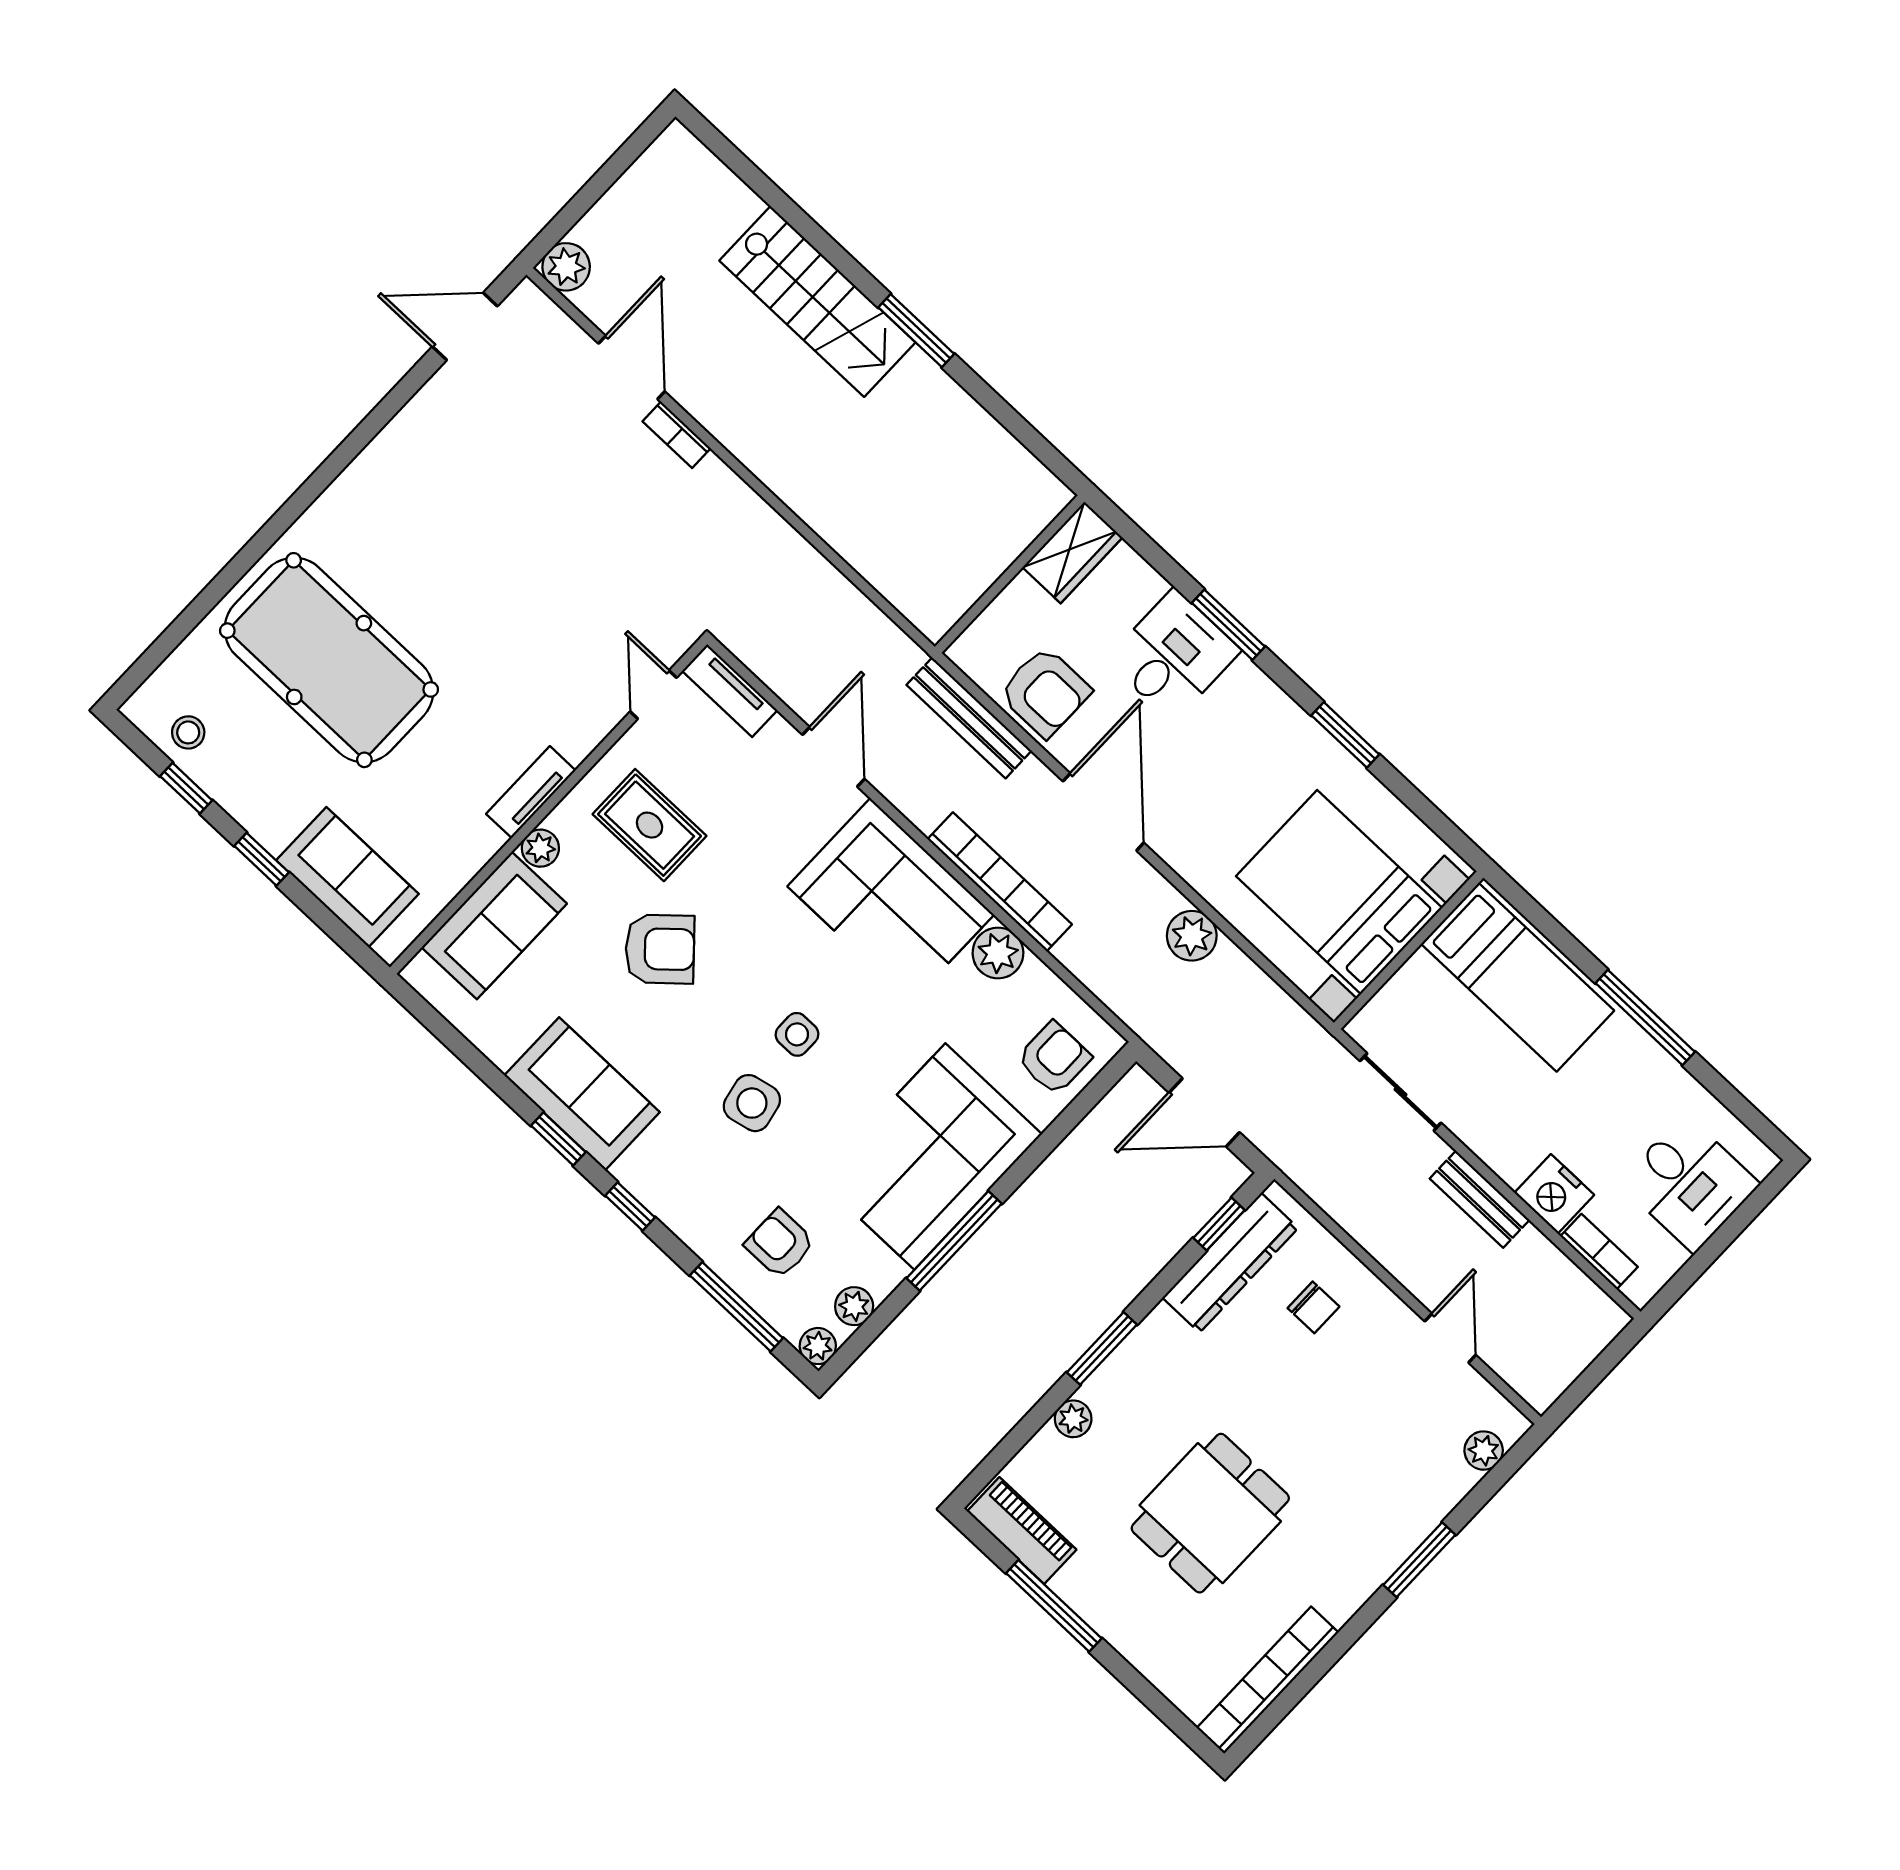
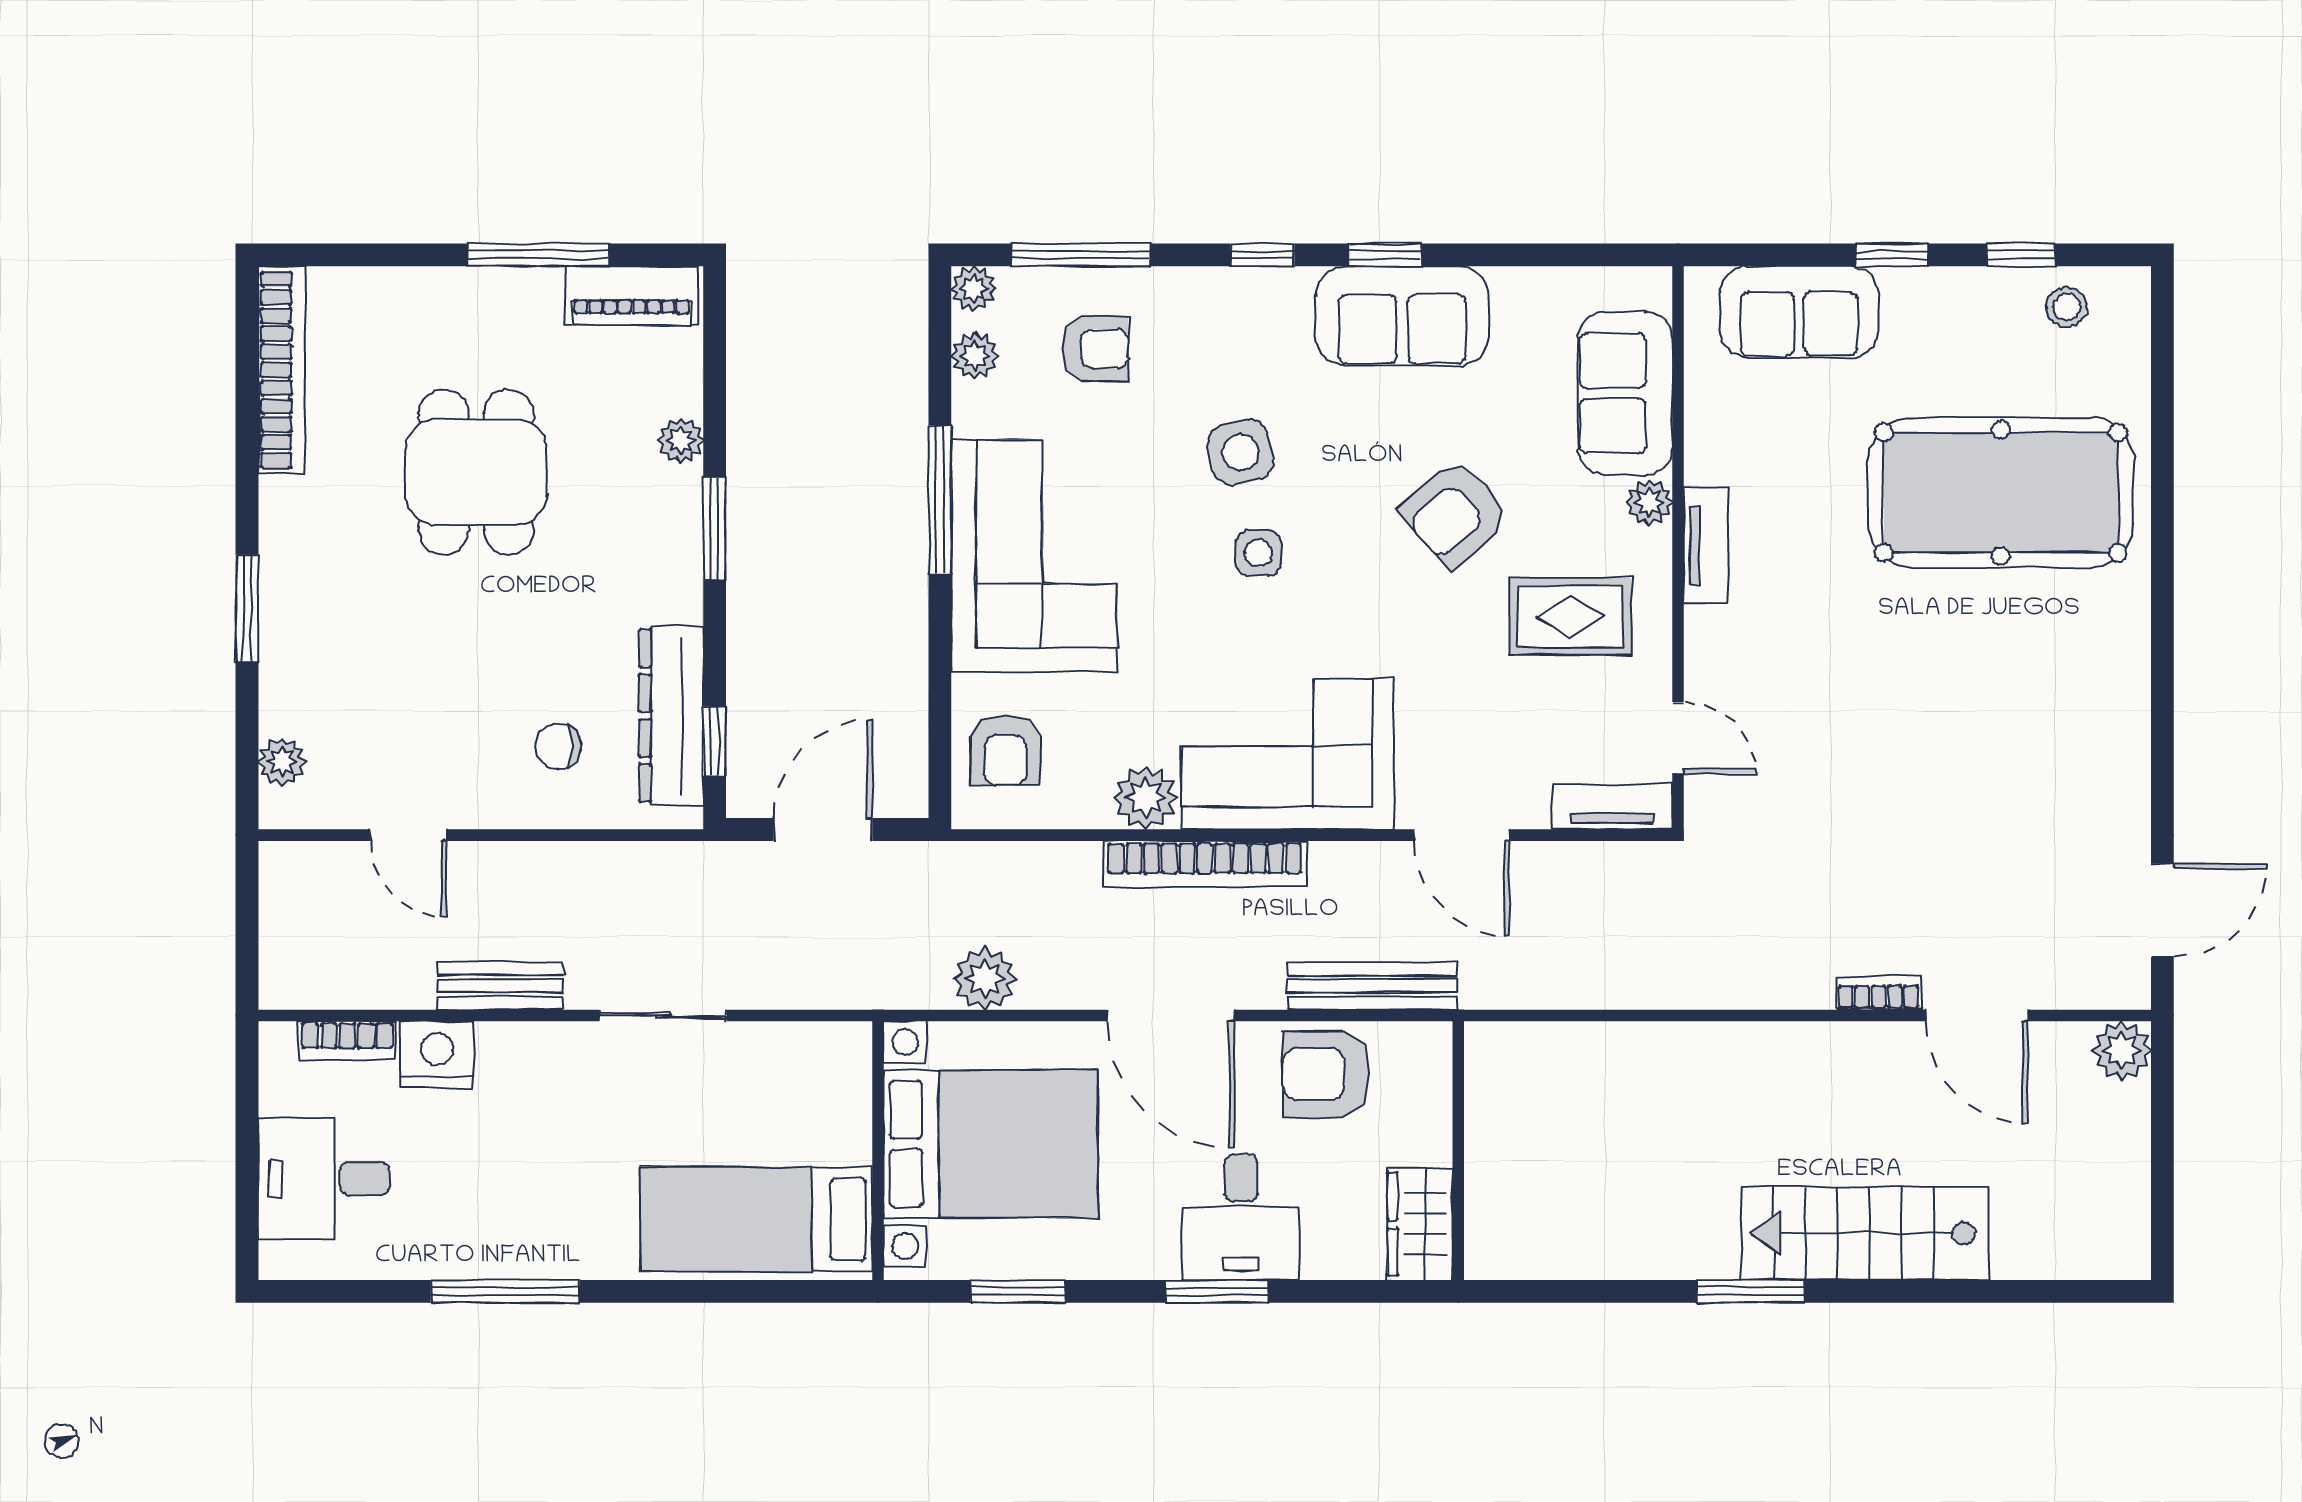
bed with nightstands: (1339, 892) -> (991, 1144), moved
wall: (1409, 950) -> (878, 1151), moved
bed: (1518, 977) -> (756, 1219), moved

